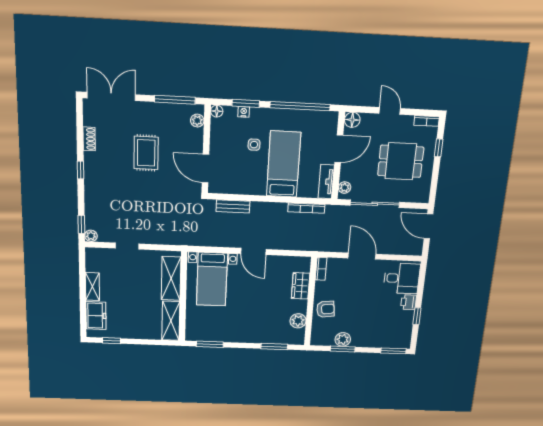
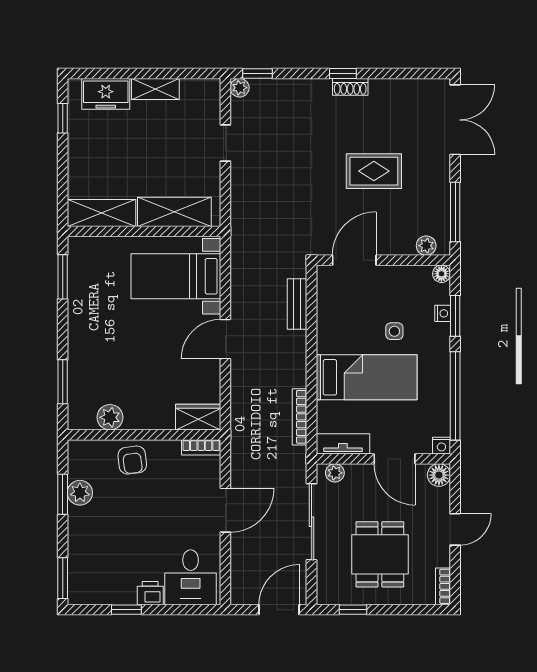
nightstand: (333, 117) -> (441, 446), added
shoe rack: (89, 139) -> (350, 87), moved
window: (439, 148) -> (353, 610), moved
wardrobe: (301, 286) -> (198, 417), moved

